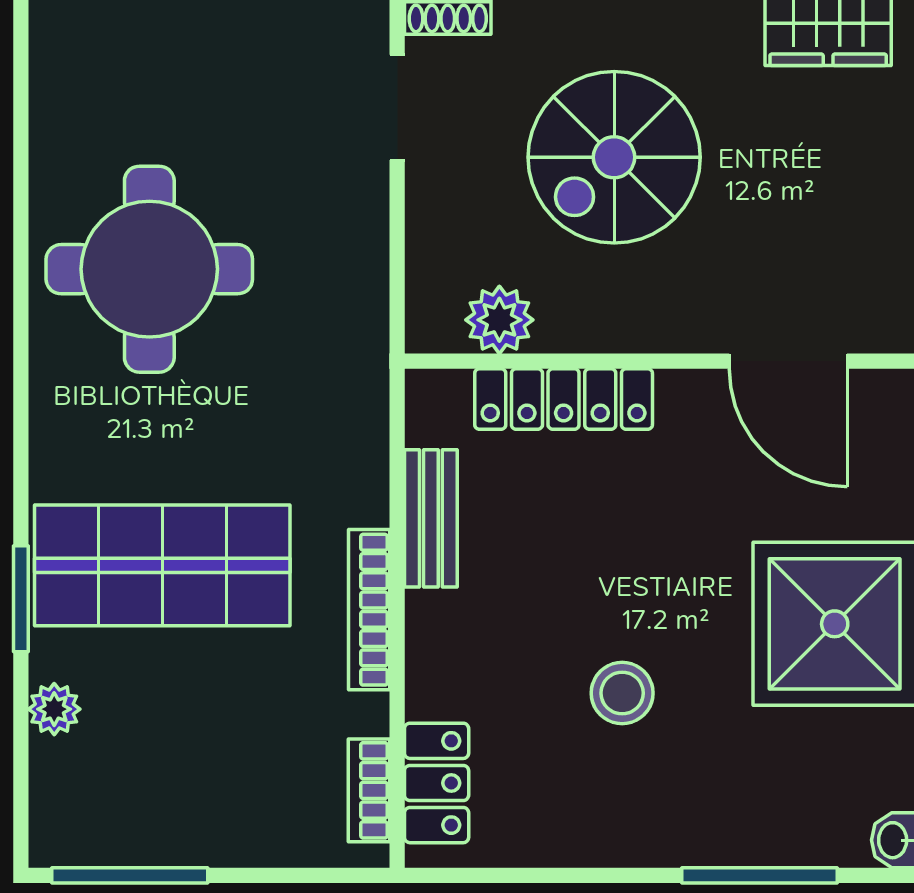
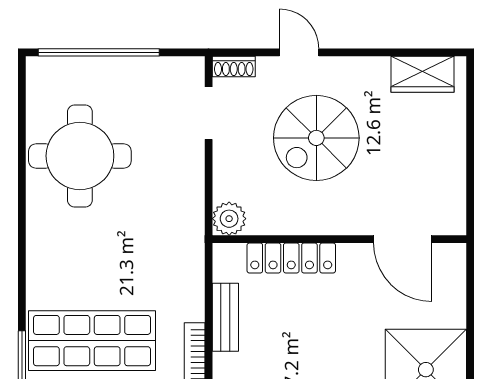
round table: (149, 269) -> (80, 156), moved
plant: (499, 320) -> (229, 219), moved

